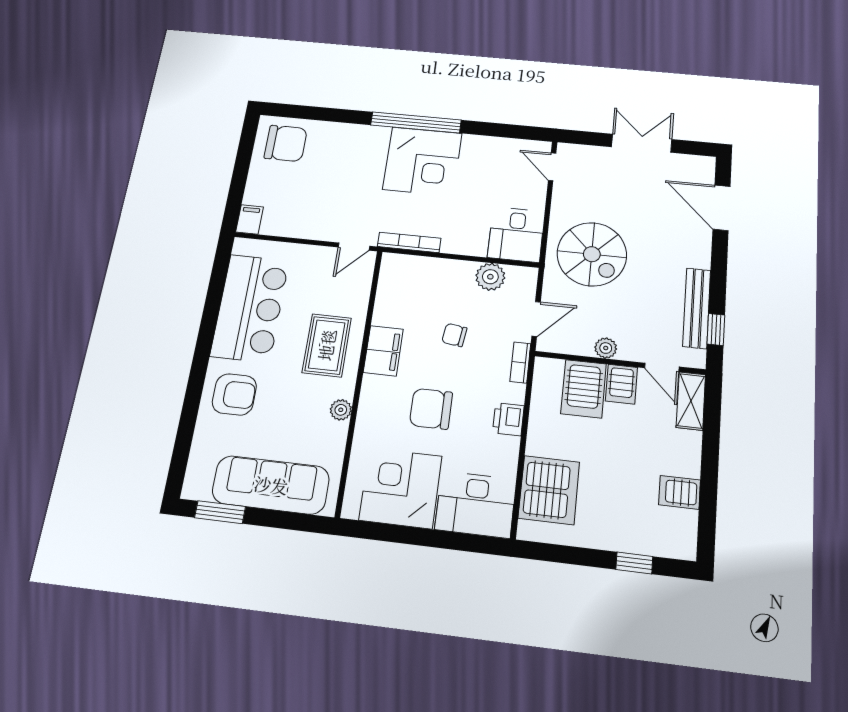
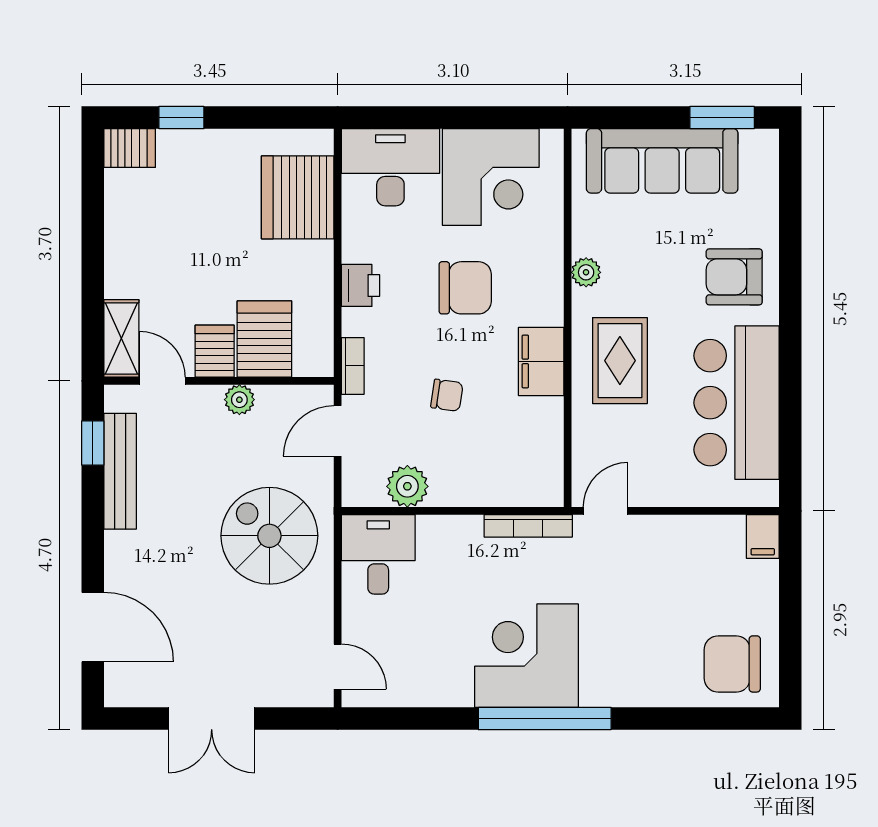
server rack: (680, 492) -> (130, 148), moved

